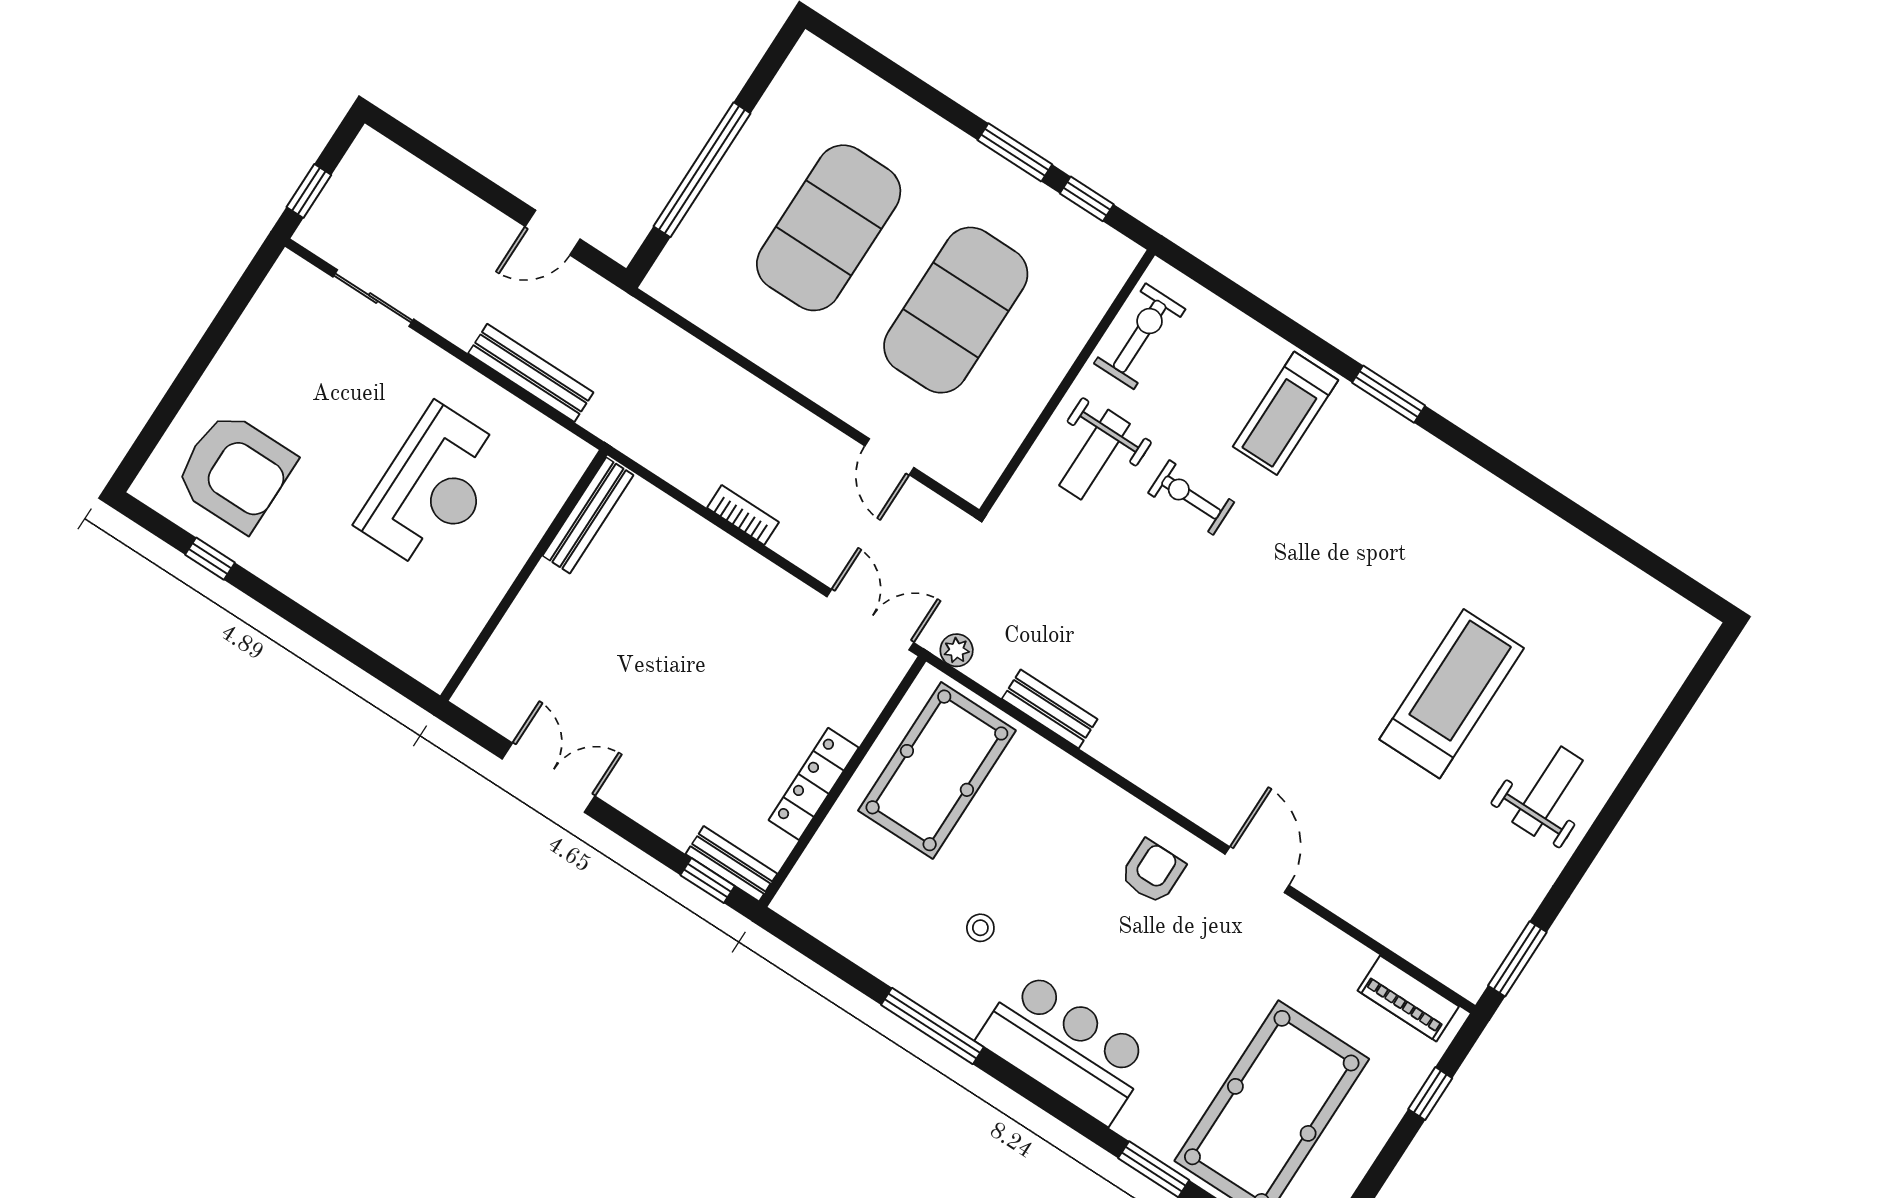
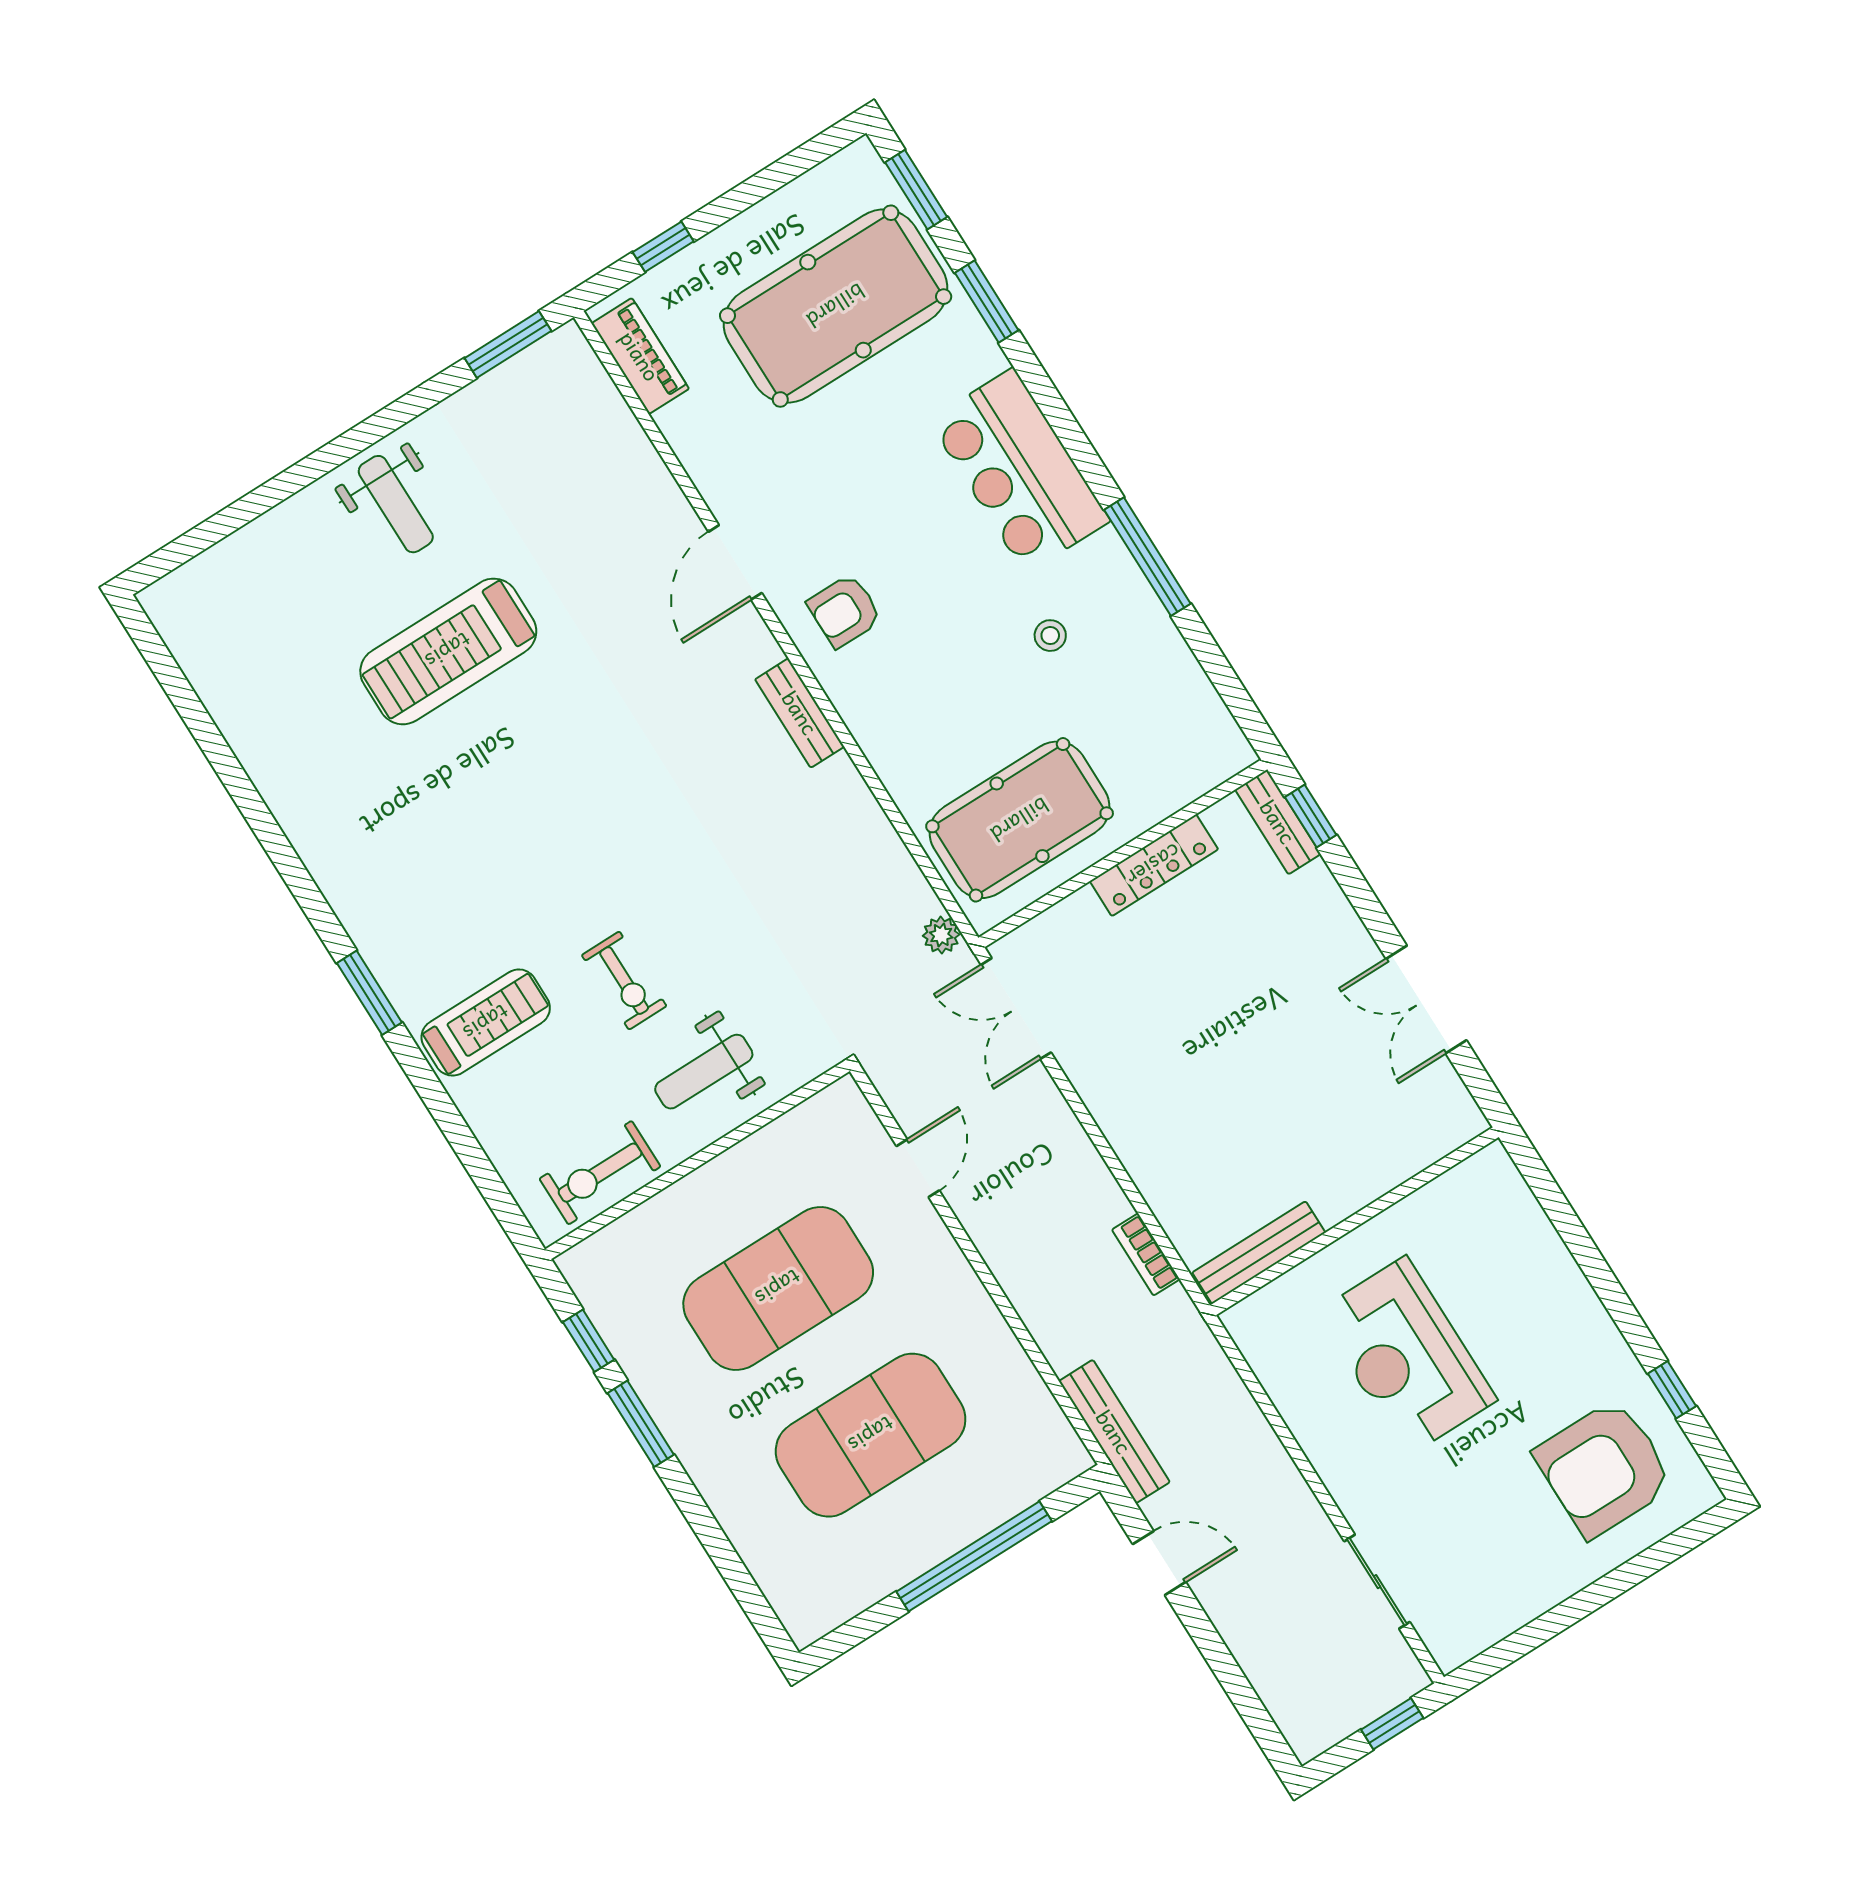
bench: (531, 373) -> (1114, 1432), moved
weight bench: (1095, 455) -> (704, 1072), turned 180
armchair: (235, 471) -> (1604, 1468), turned -90
reception desk: (433, 488) -> (1407, 1356), turned -90
bookcase: (743, 515) -> (1146, 1254), moved
bench: (1050, 709) -> (800, 713), moved
weight bench: (1548, 791) -> (396, 504), turned -90

